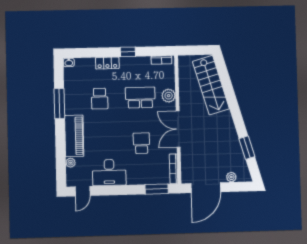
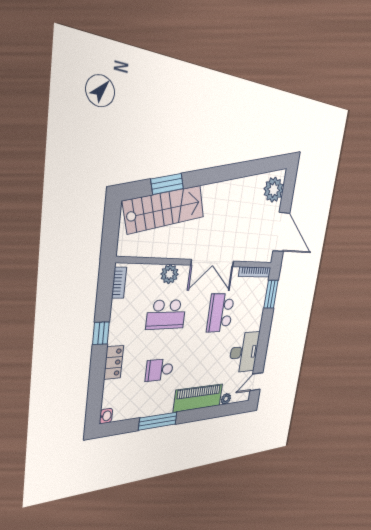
school desk: (140, 98) -> (166, 315), turned -90
school desk: (100, 99) -> (159, 370), turned 180
school desk: (141, 143) -> (220, 313), width x1.85
window: (247, 148) -> (167, 184), moved
plant: (231, 177) -> (274, 190), width x1.88, depth x1.88
door: (83, 191) -> (256, 382), swing flipped

